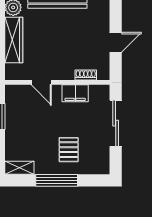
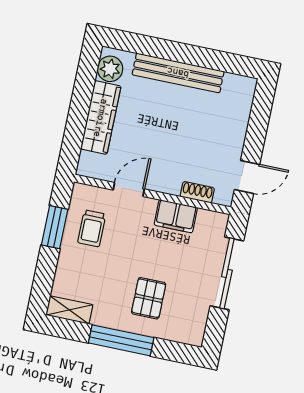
door: (116, 42) -> (247, 177), moved
door: (41, 82) -> (129, 189), swing flipped
trolley: (23, 112) -> (92, 228), added

